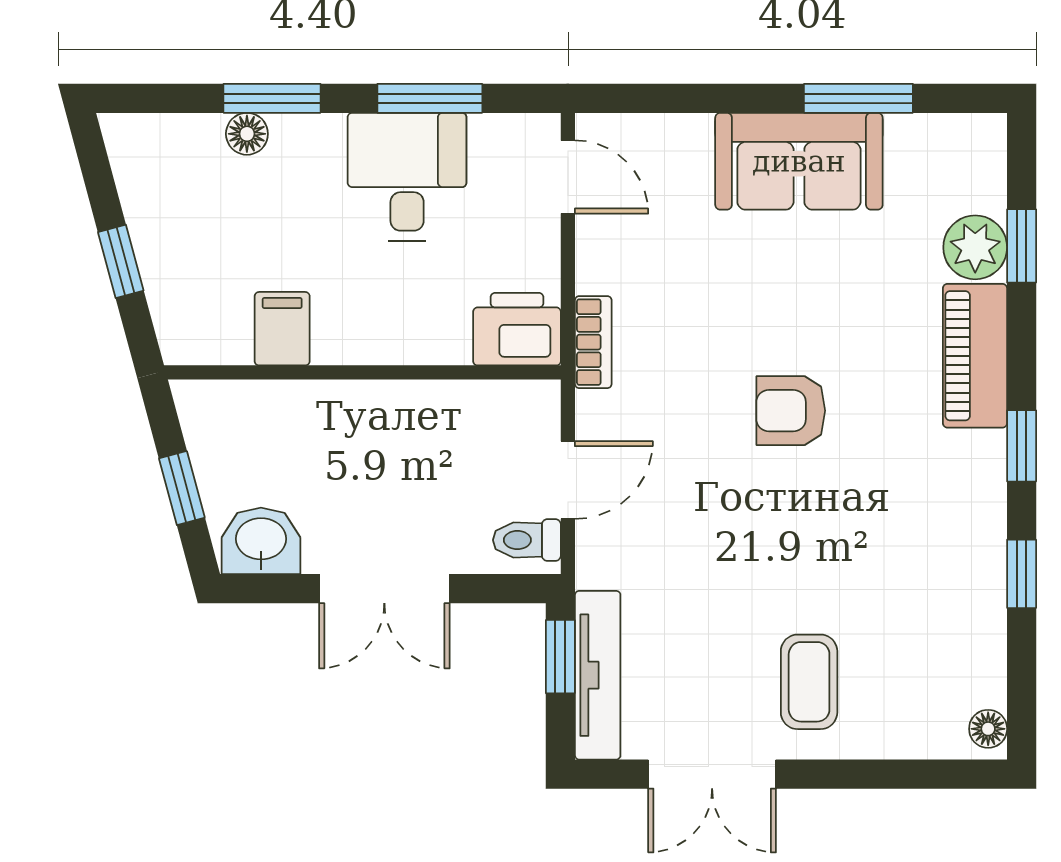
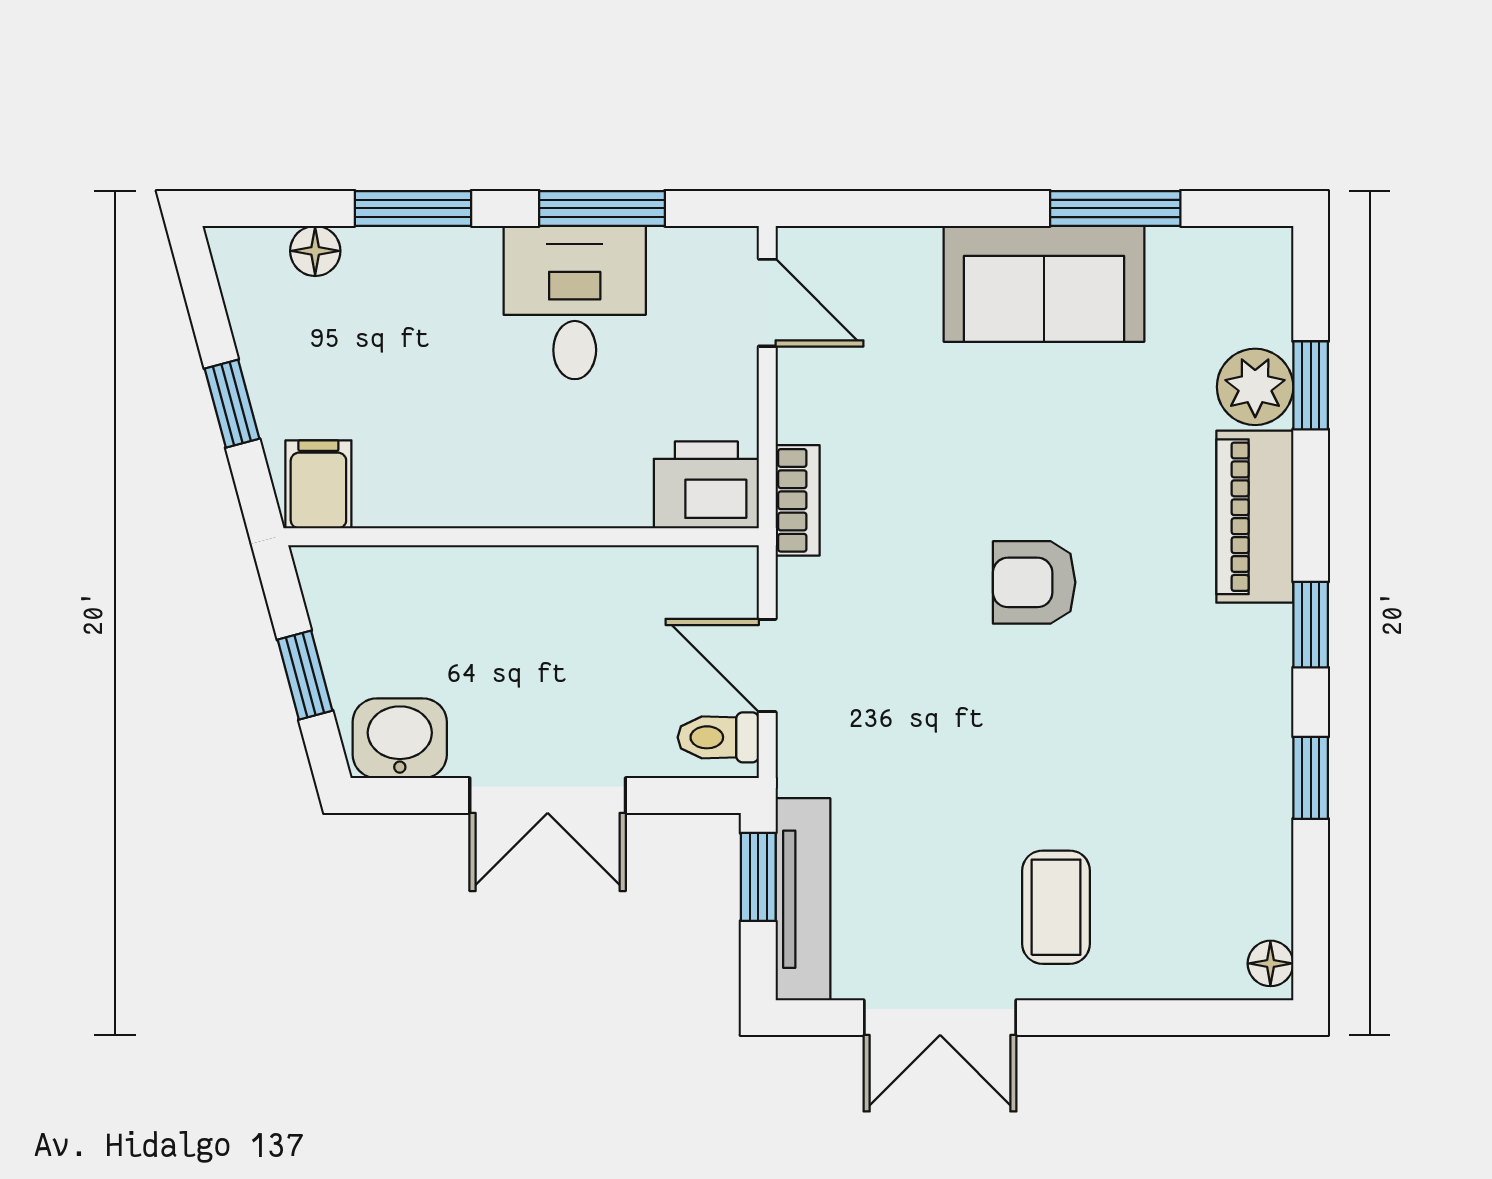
floor lamp: (247, 134) -> (315, 251), moved
filing cabinet: (282, 329) -> (318, 484), moved
door: (568, 480) -> (767, 666), swing flipped

